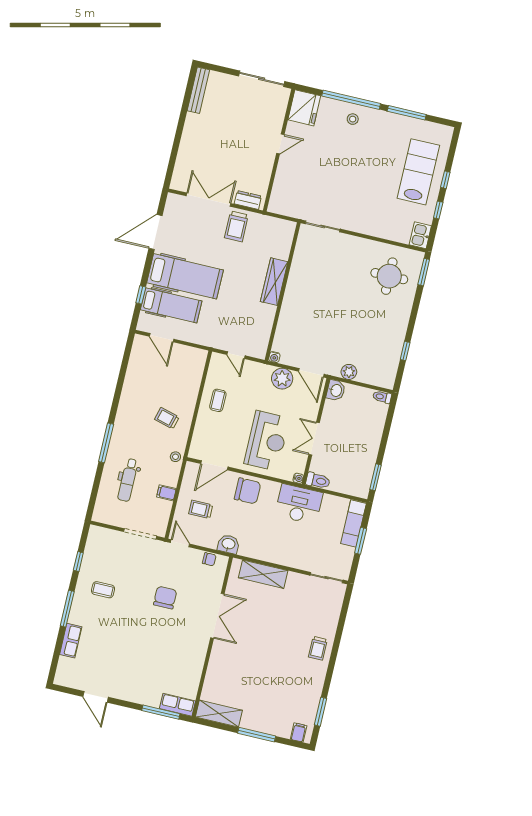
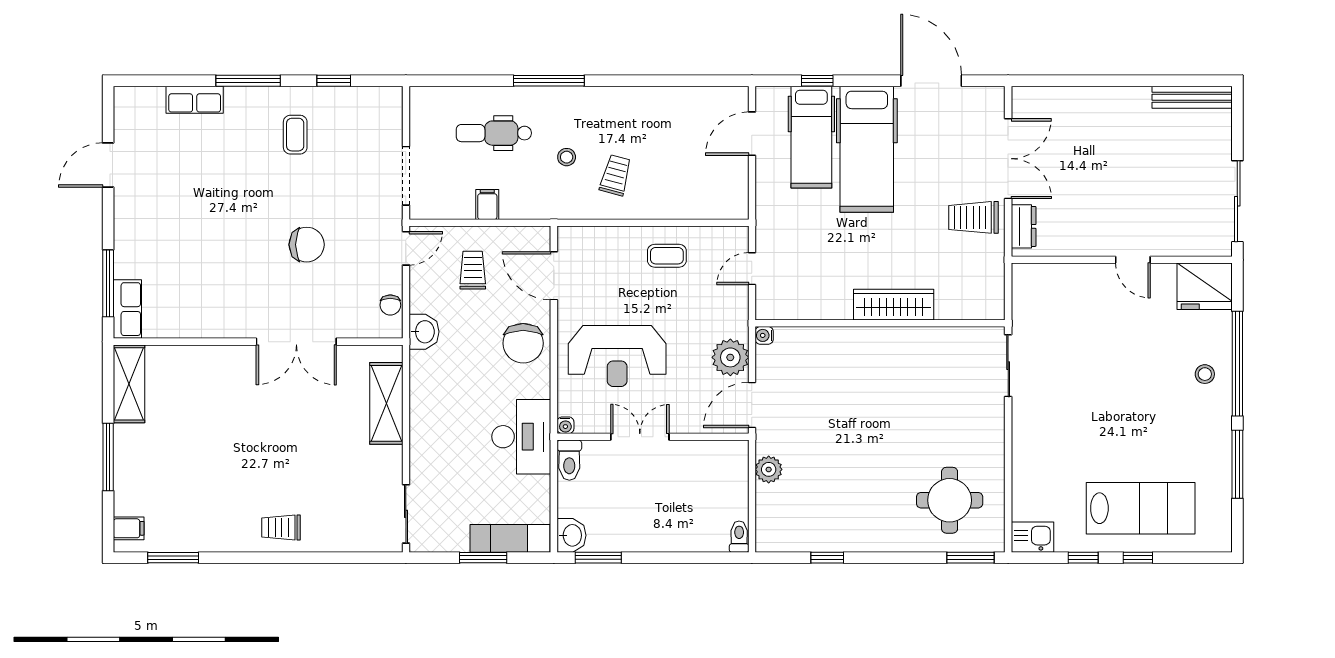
washbasin: (336, 390) -> (571, 535), moved, turned -90
stool: (175, 457) -> (567, 157), moved

